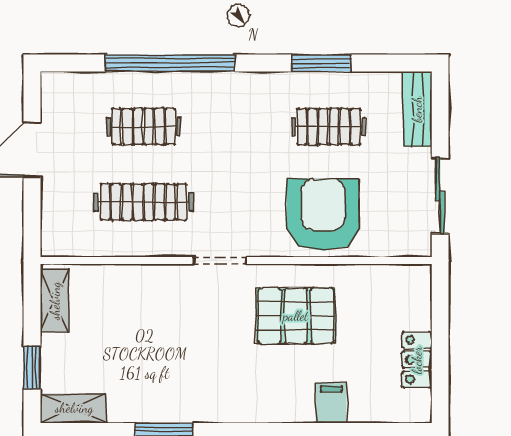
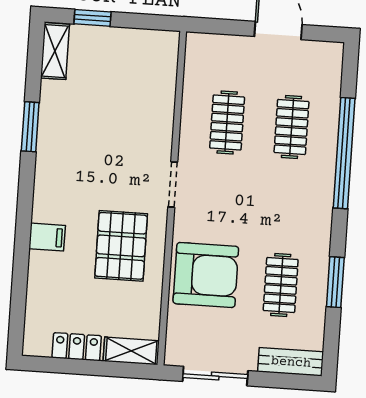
clothes rail: (143, 202) -> (227, 123), width x0.73
shelving: (55, 301) -> (131, 351), moved
filing cabinet: (331, 403) -> (47, 237), moved

